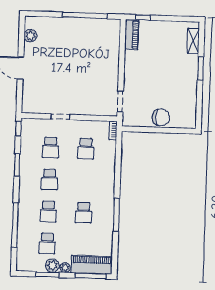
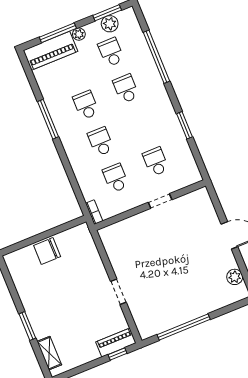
piano: (132, 35) -> (116, 343), moved, turned 90
doorway: (120, 102) -> (118, 292), moved
window: (18, 129) -> (201, 167), removed
school desk: (49, 179) -> (101, 142), moved
plant: (52, 266) -> (110, 24), moved
window: (47, 274) -> (107, 13), moved
window: (90, 276) -> (58, 33), moved

